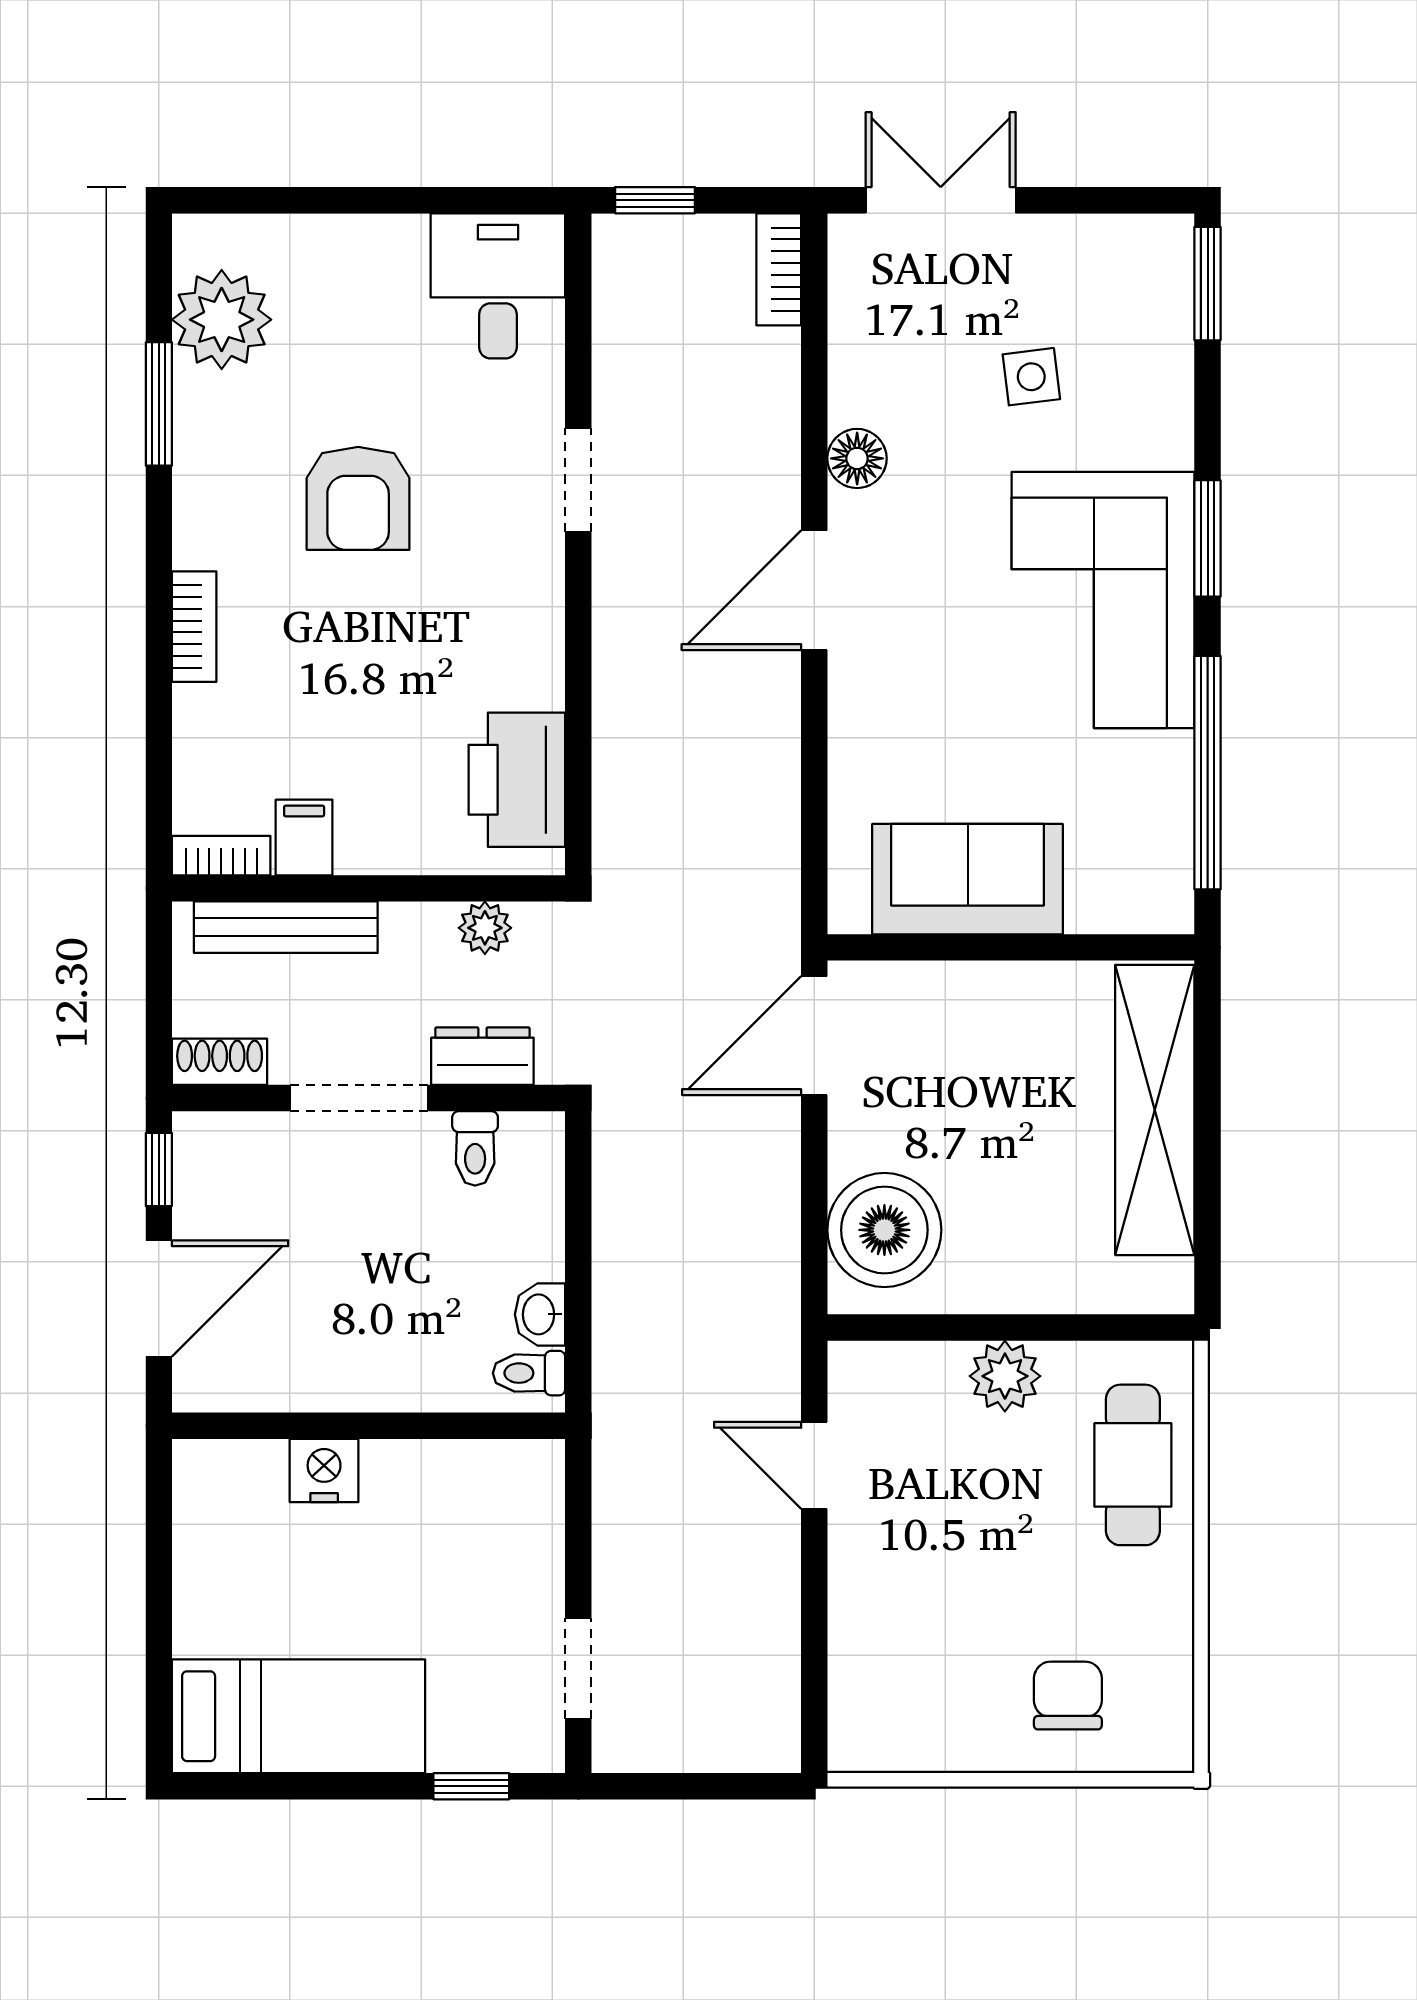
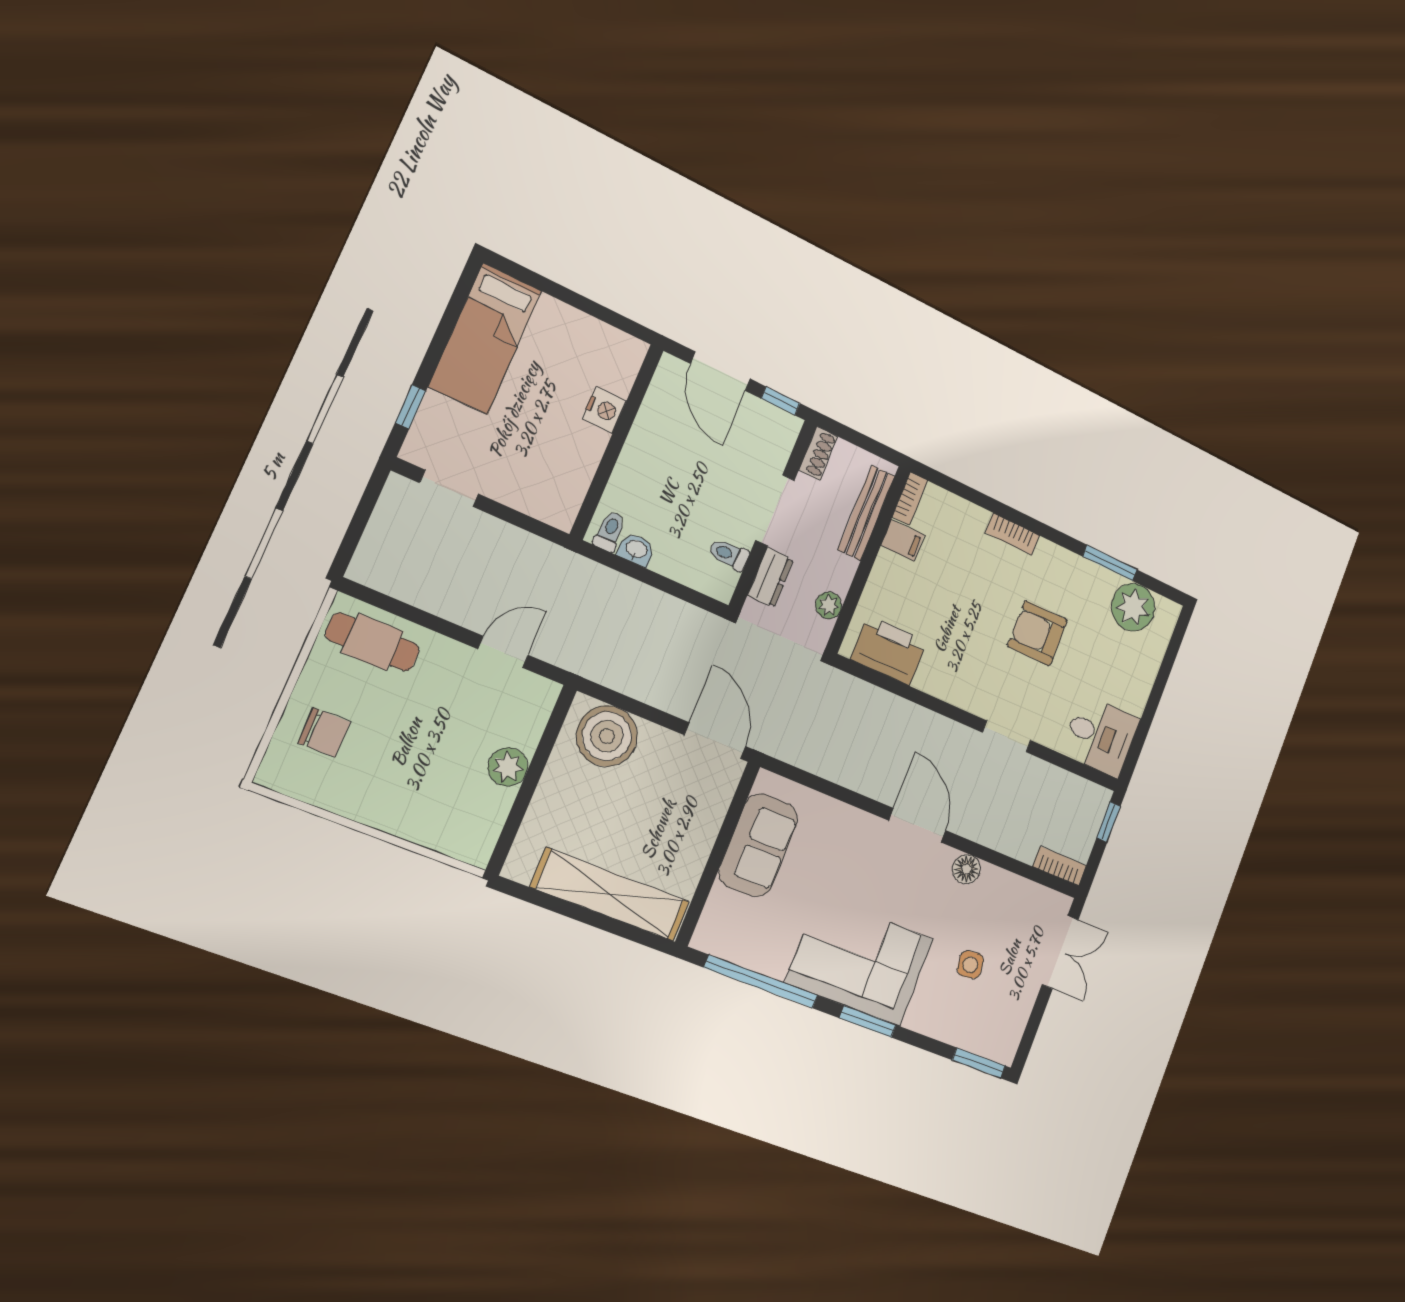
cafe table: (1133, 1465) -> (372, 642), moved

